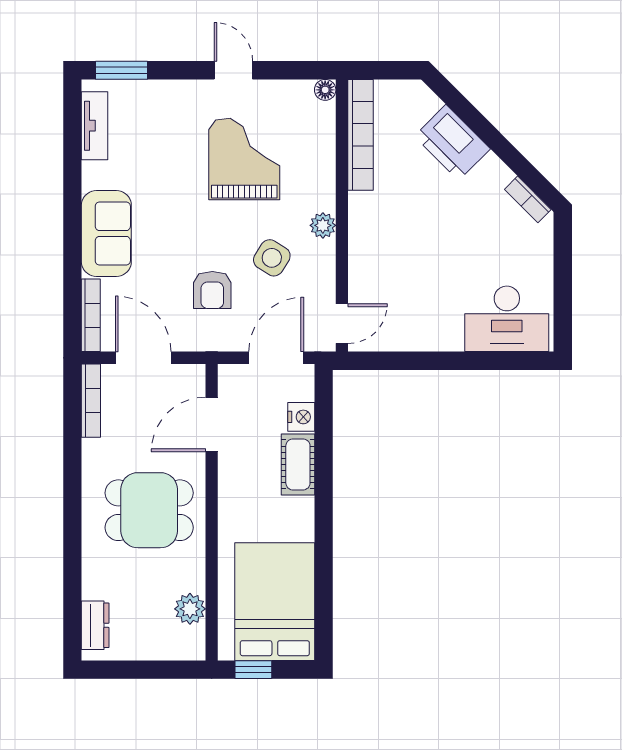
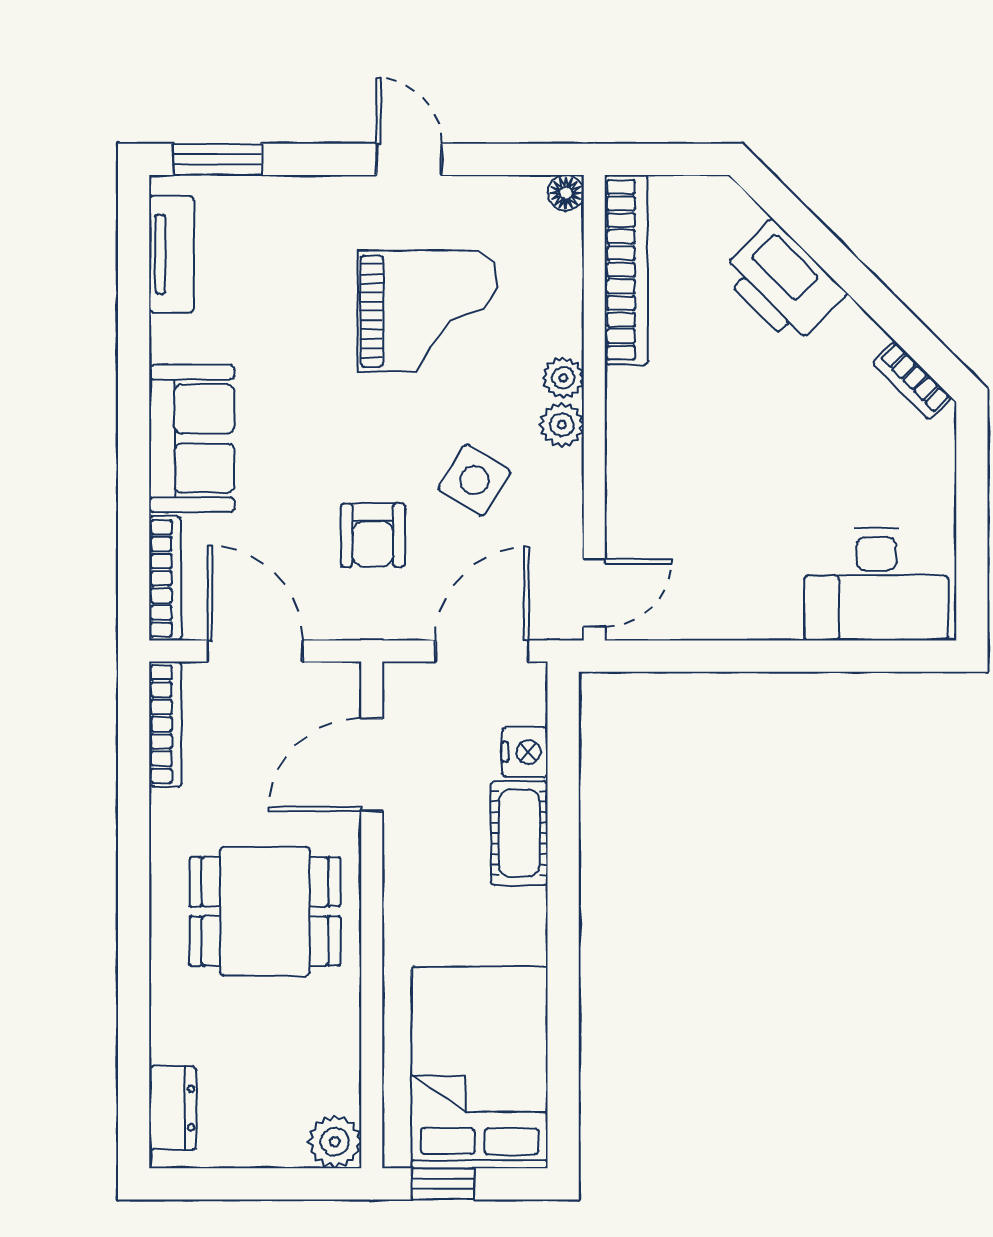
grand piano: (244, 159) -> (428, 311), turned 90
plant: (324, 198) -> (563, 378), added
plant: (190, 609) -> (335, 1142), moved

